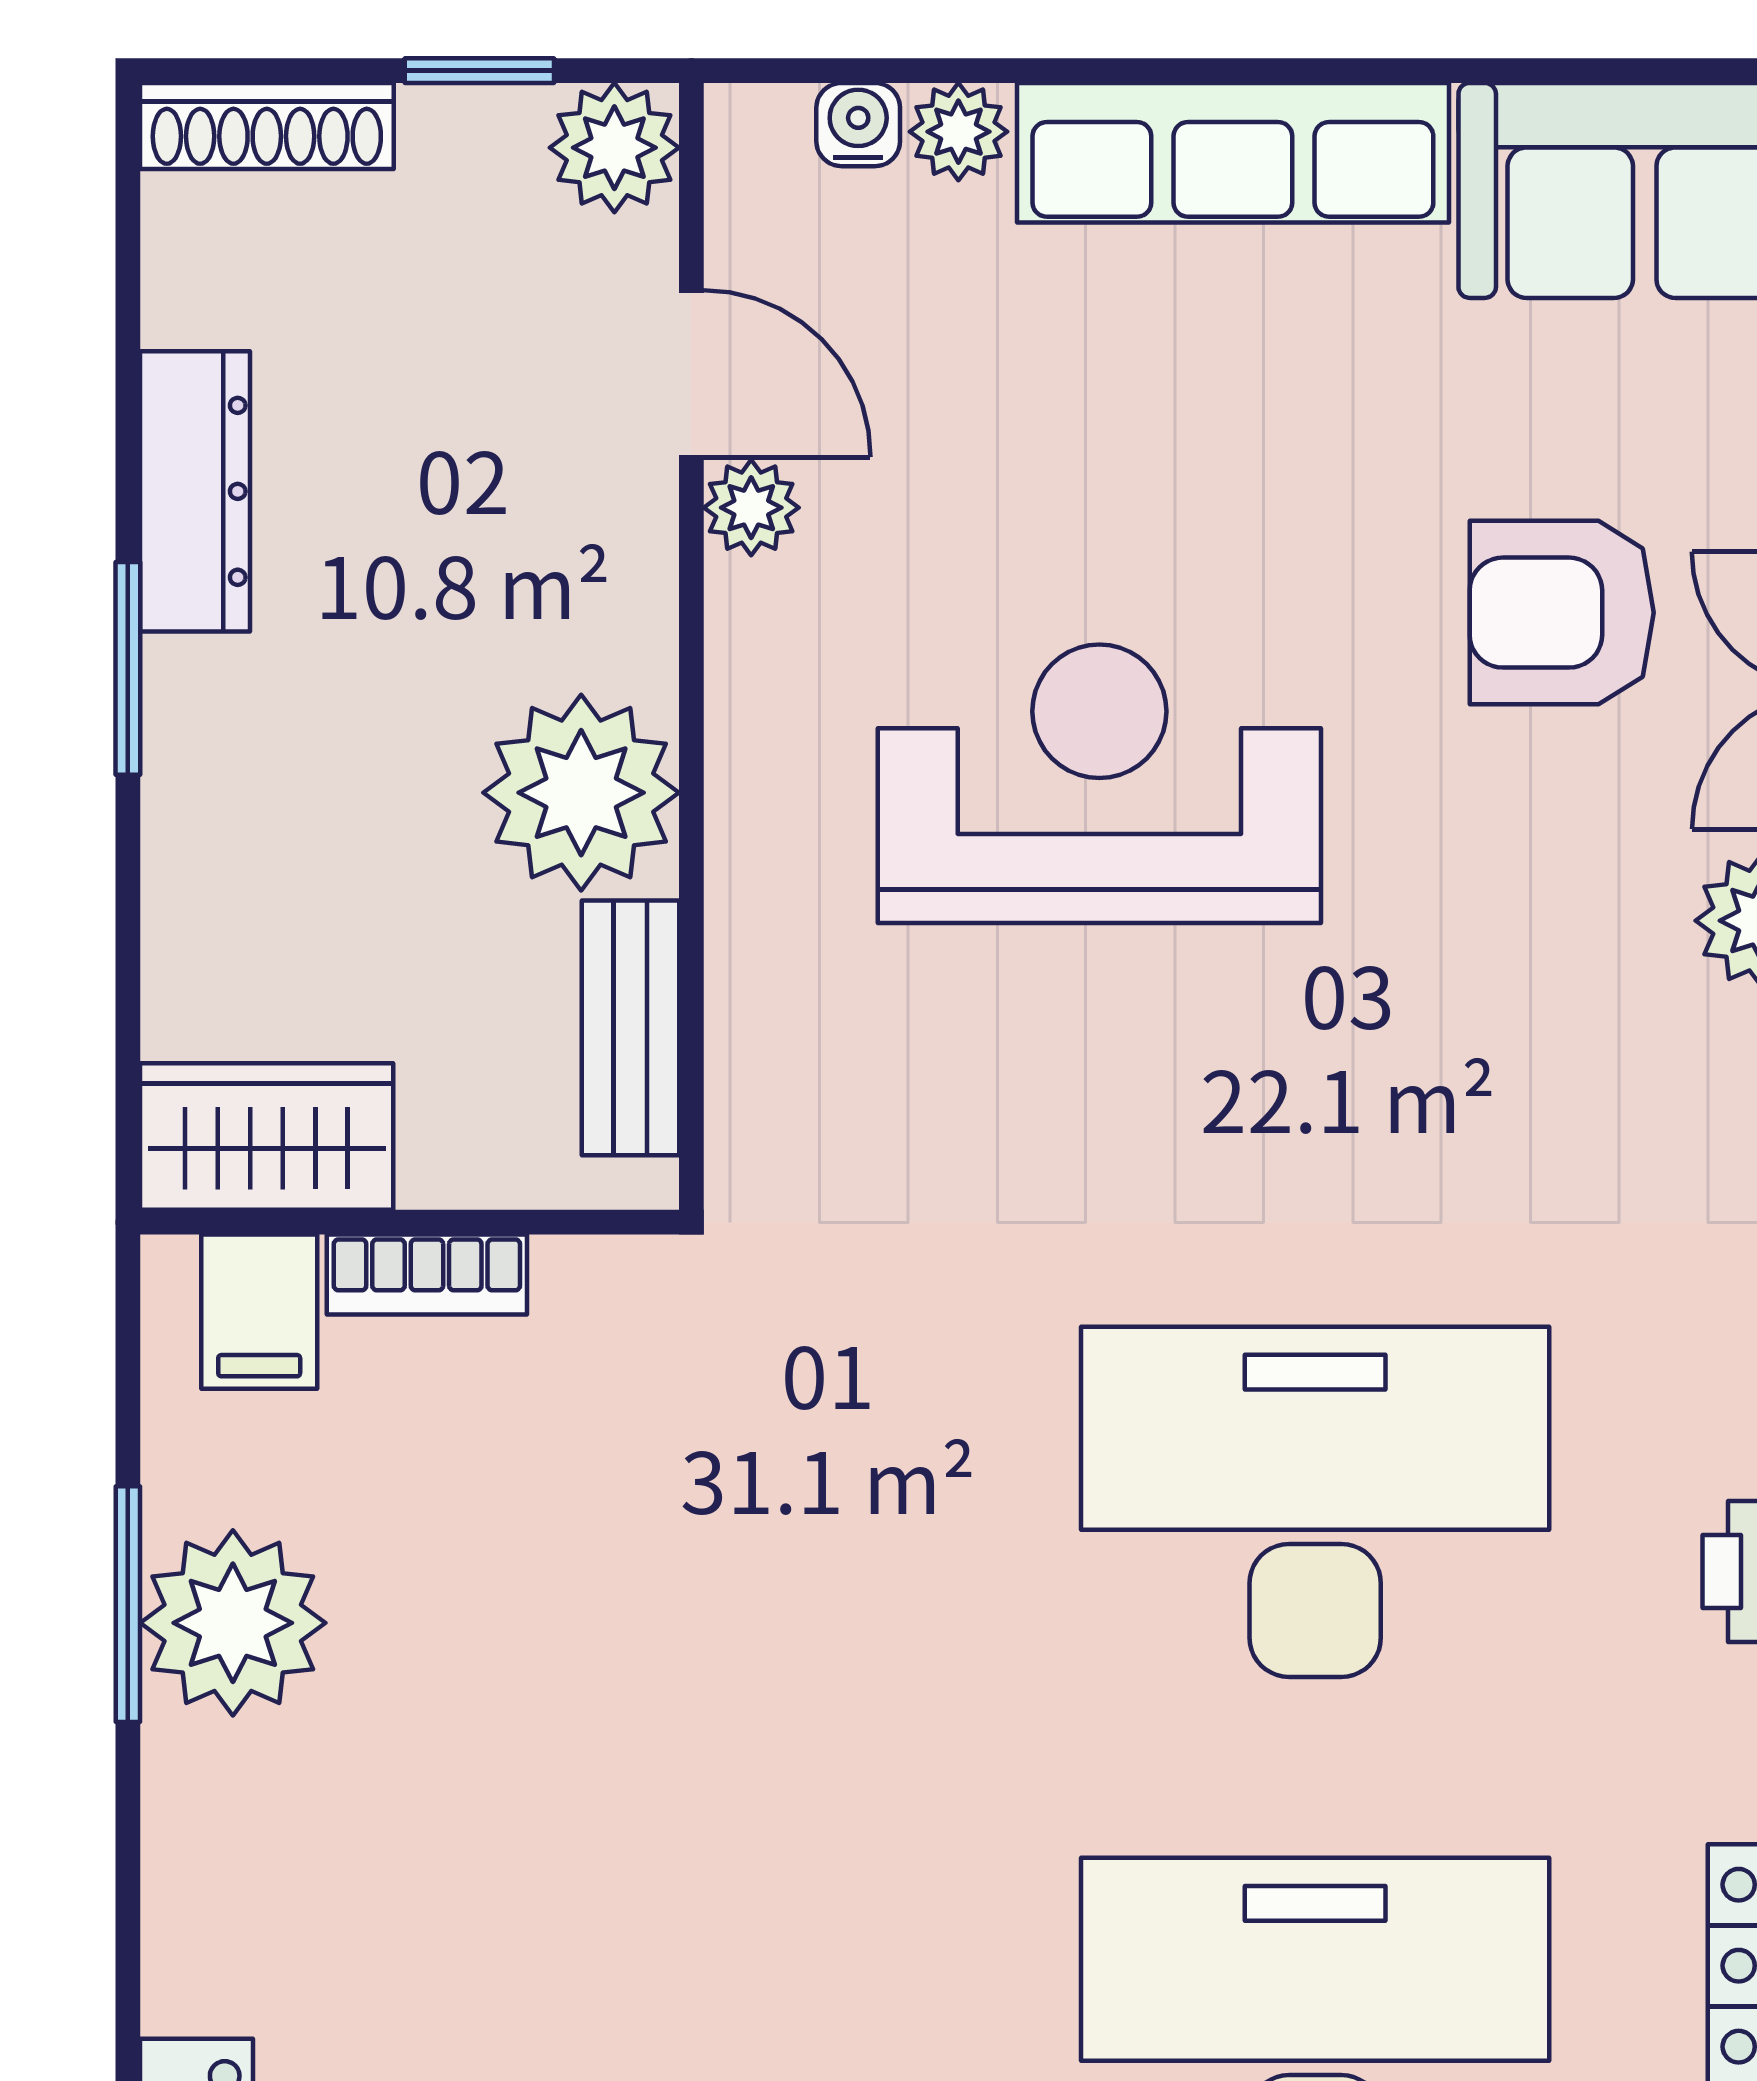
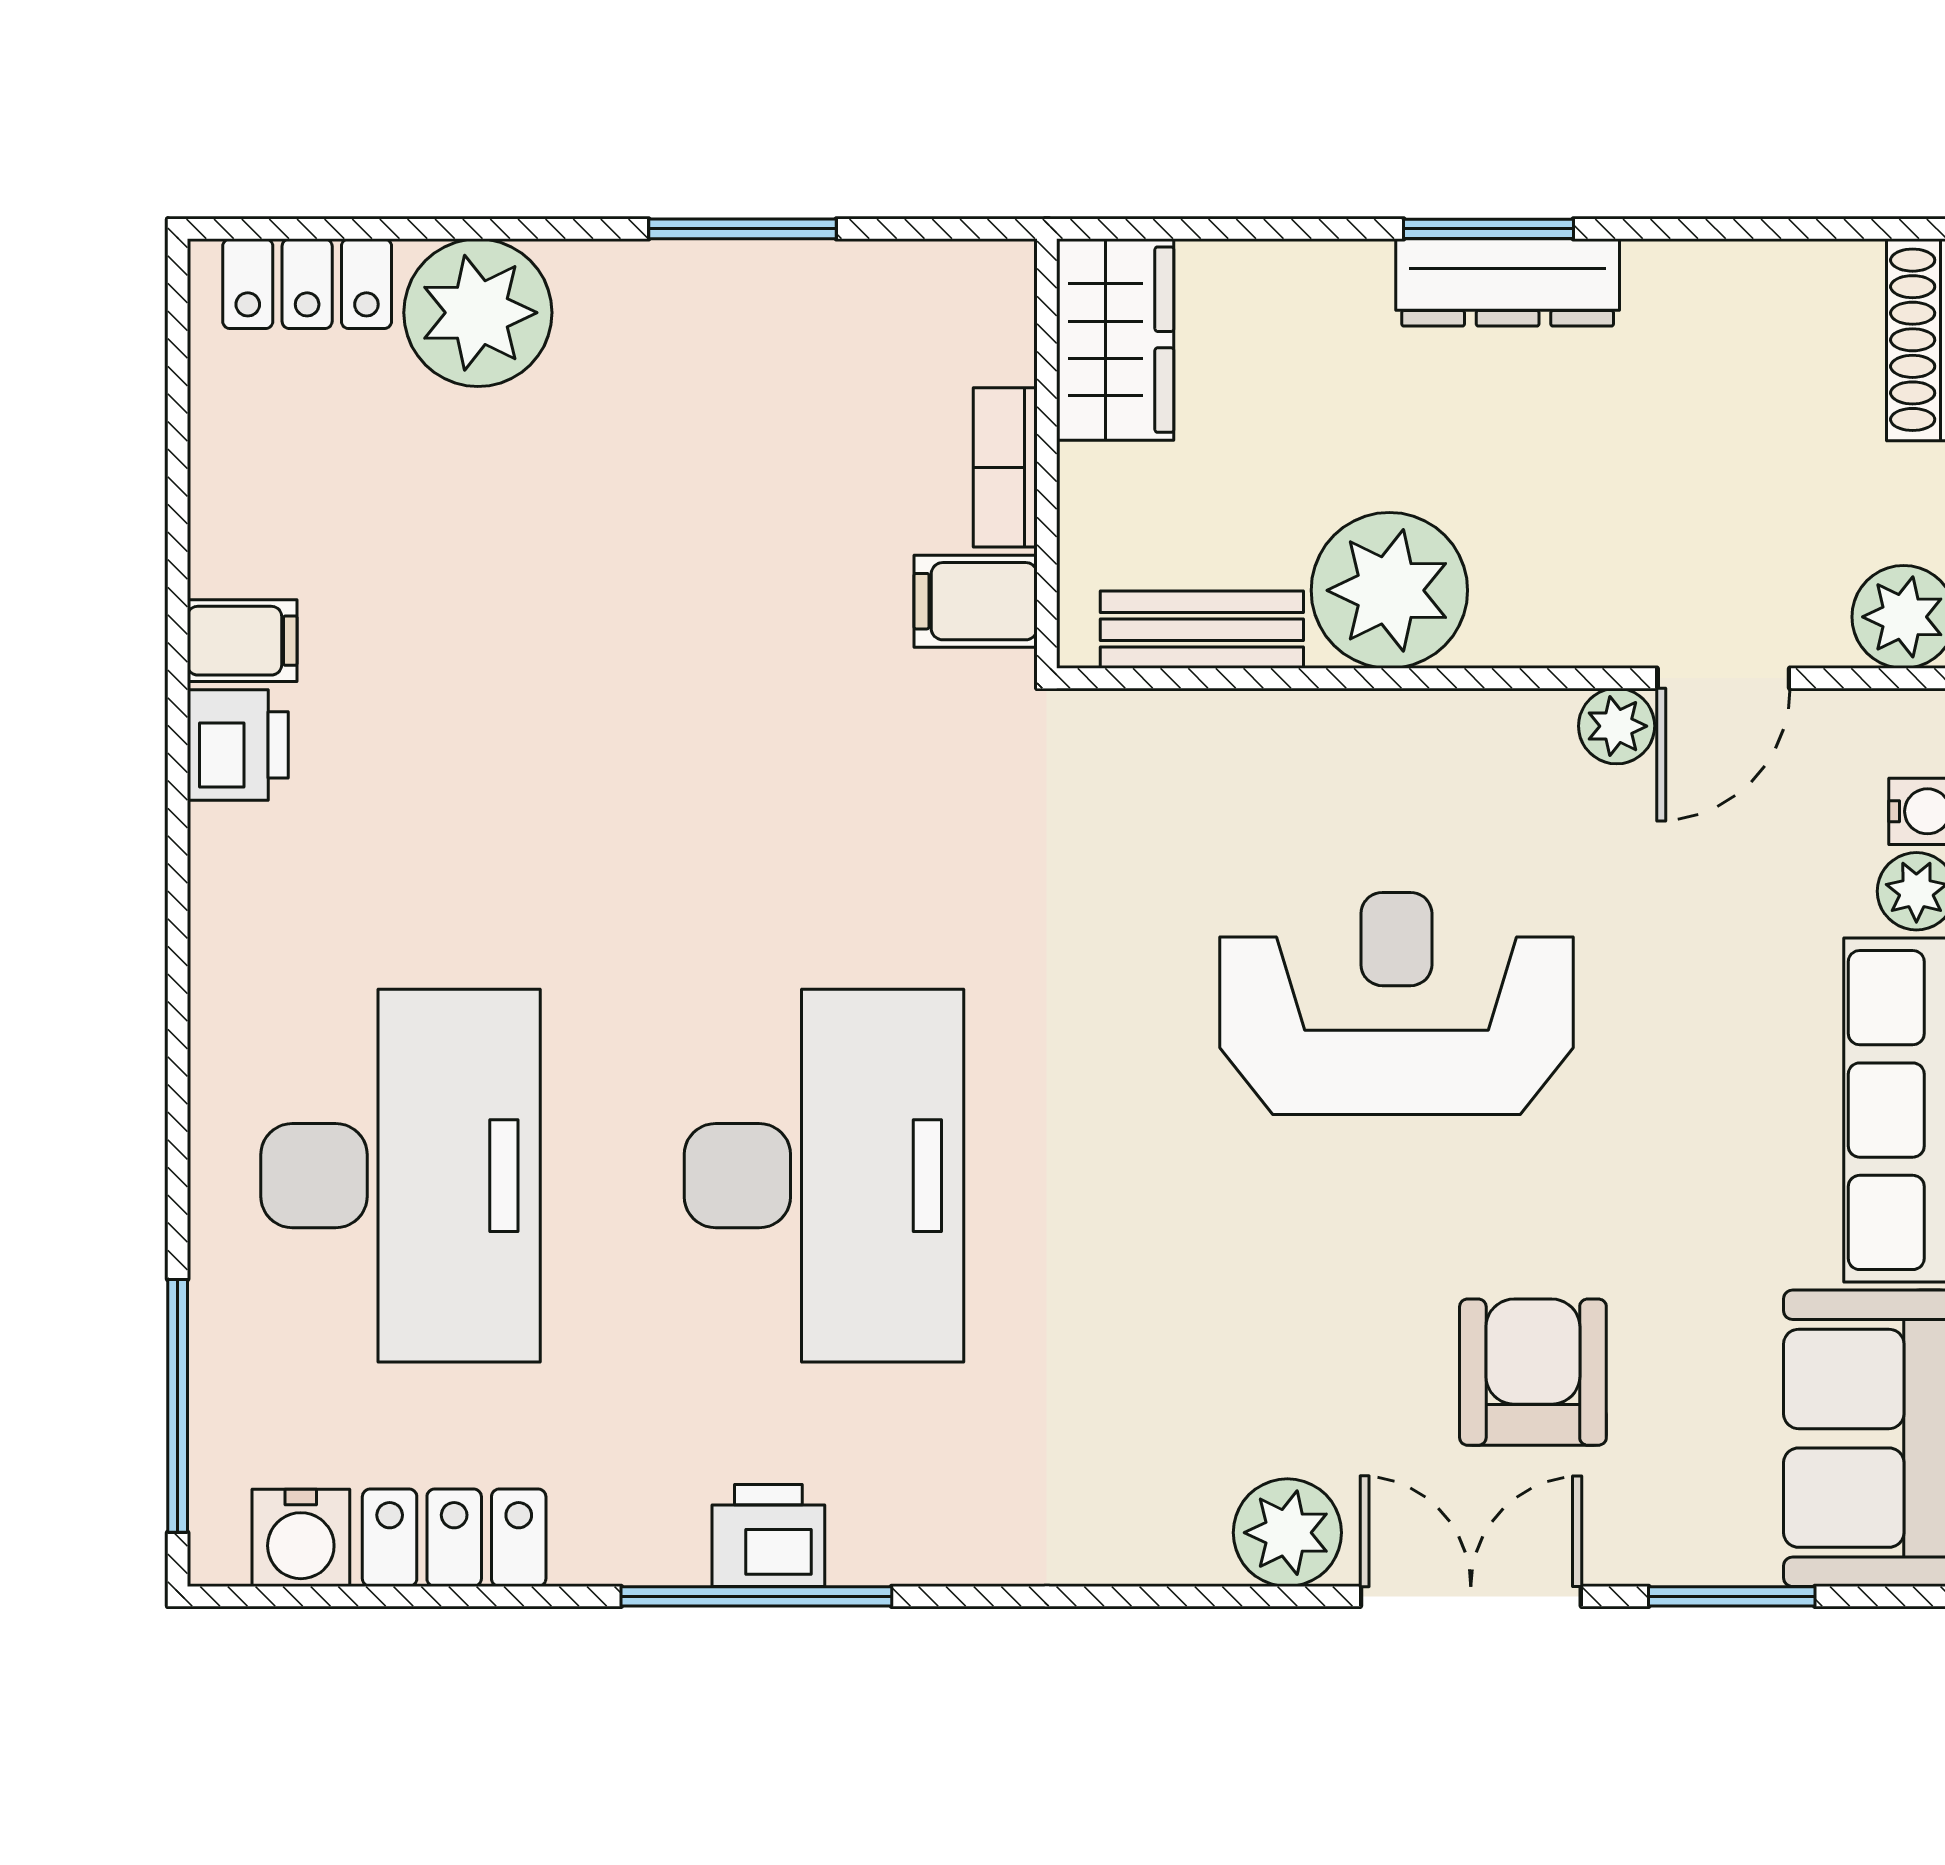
dresser: (195, 491) -> (1508, 282), moved
reception desk: (1099, 784) -> (1396, 1004), turned -90
filing cabinet: (259, 1312) -> (976, 601), moved
plant: (233, 1623) -> (478, 313), moved

